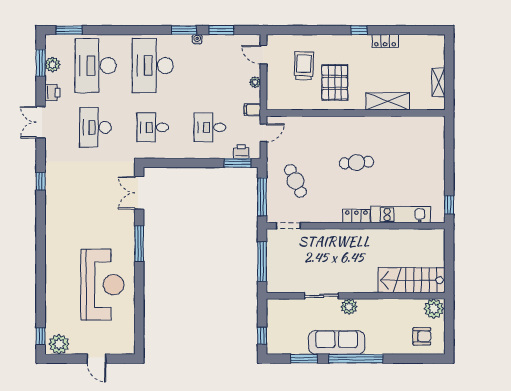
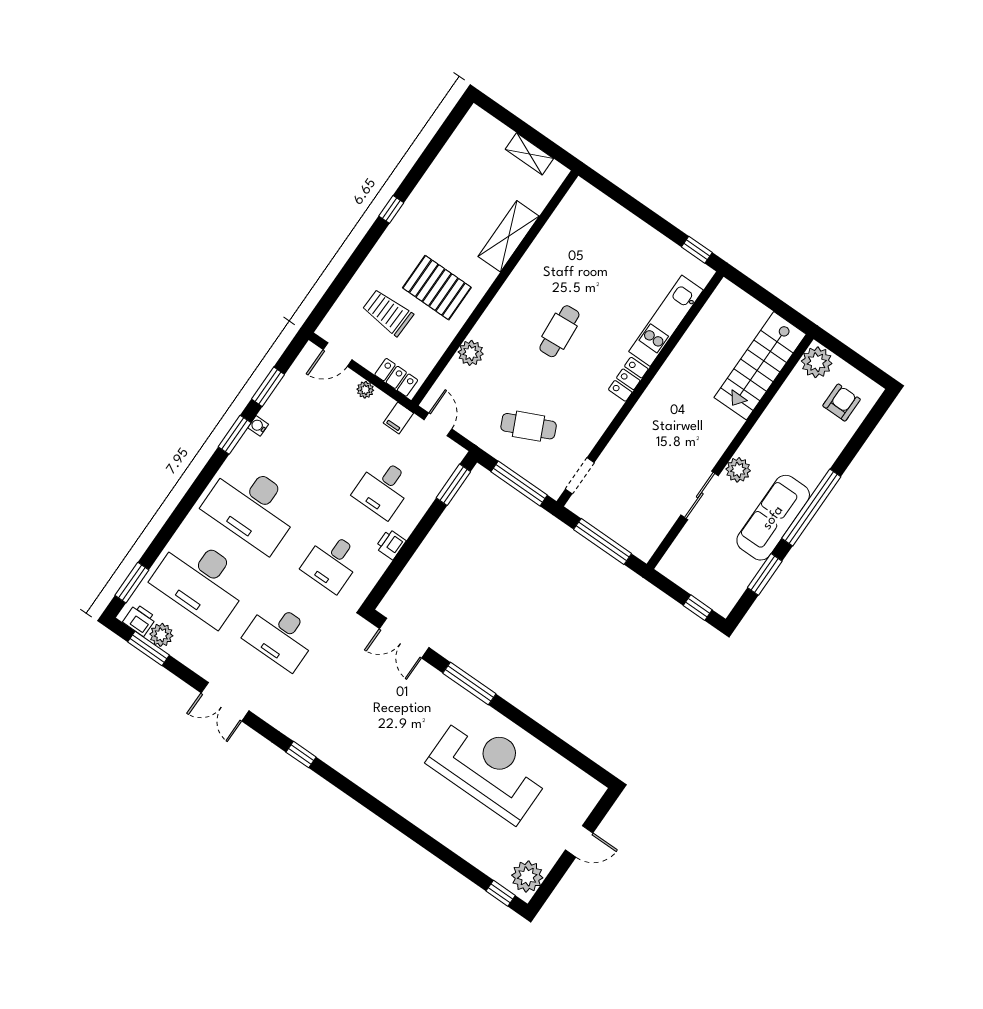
locker: (385, 41) -> (396, 377), moved, turned -90
printer: (52, 93) -> (140, 620), moved
plant: (313, 124) -> (471, 353), added
printer: (241, 152) -> (391, 544), moved

